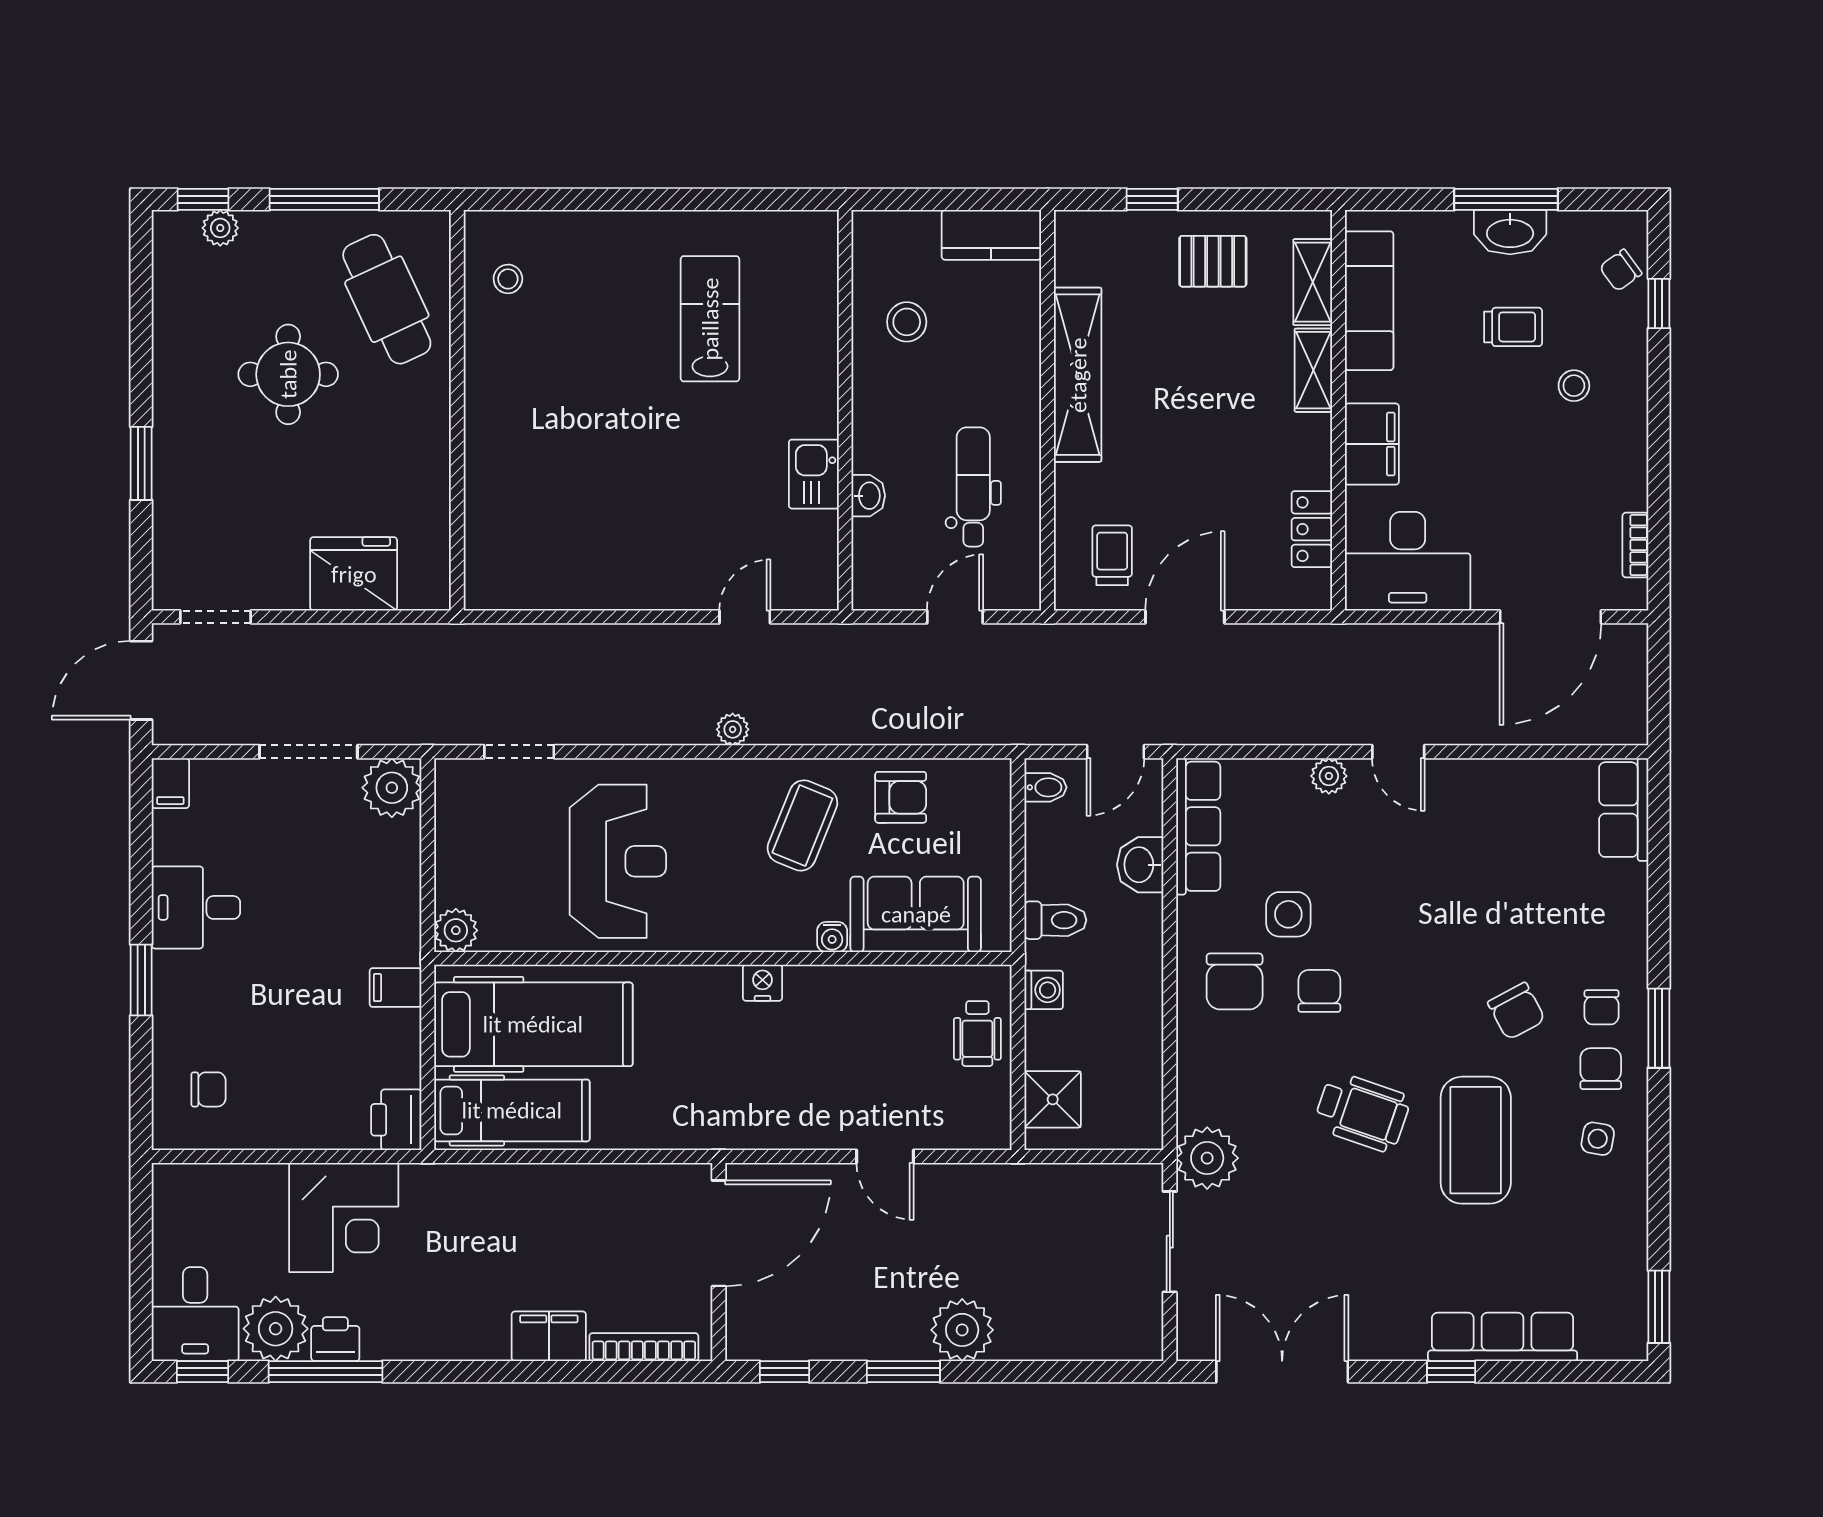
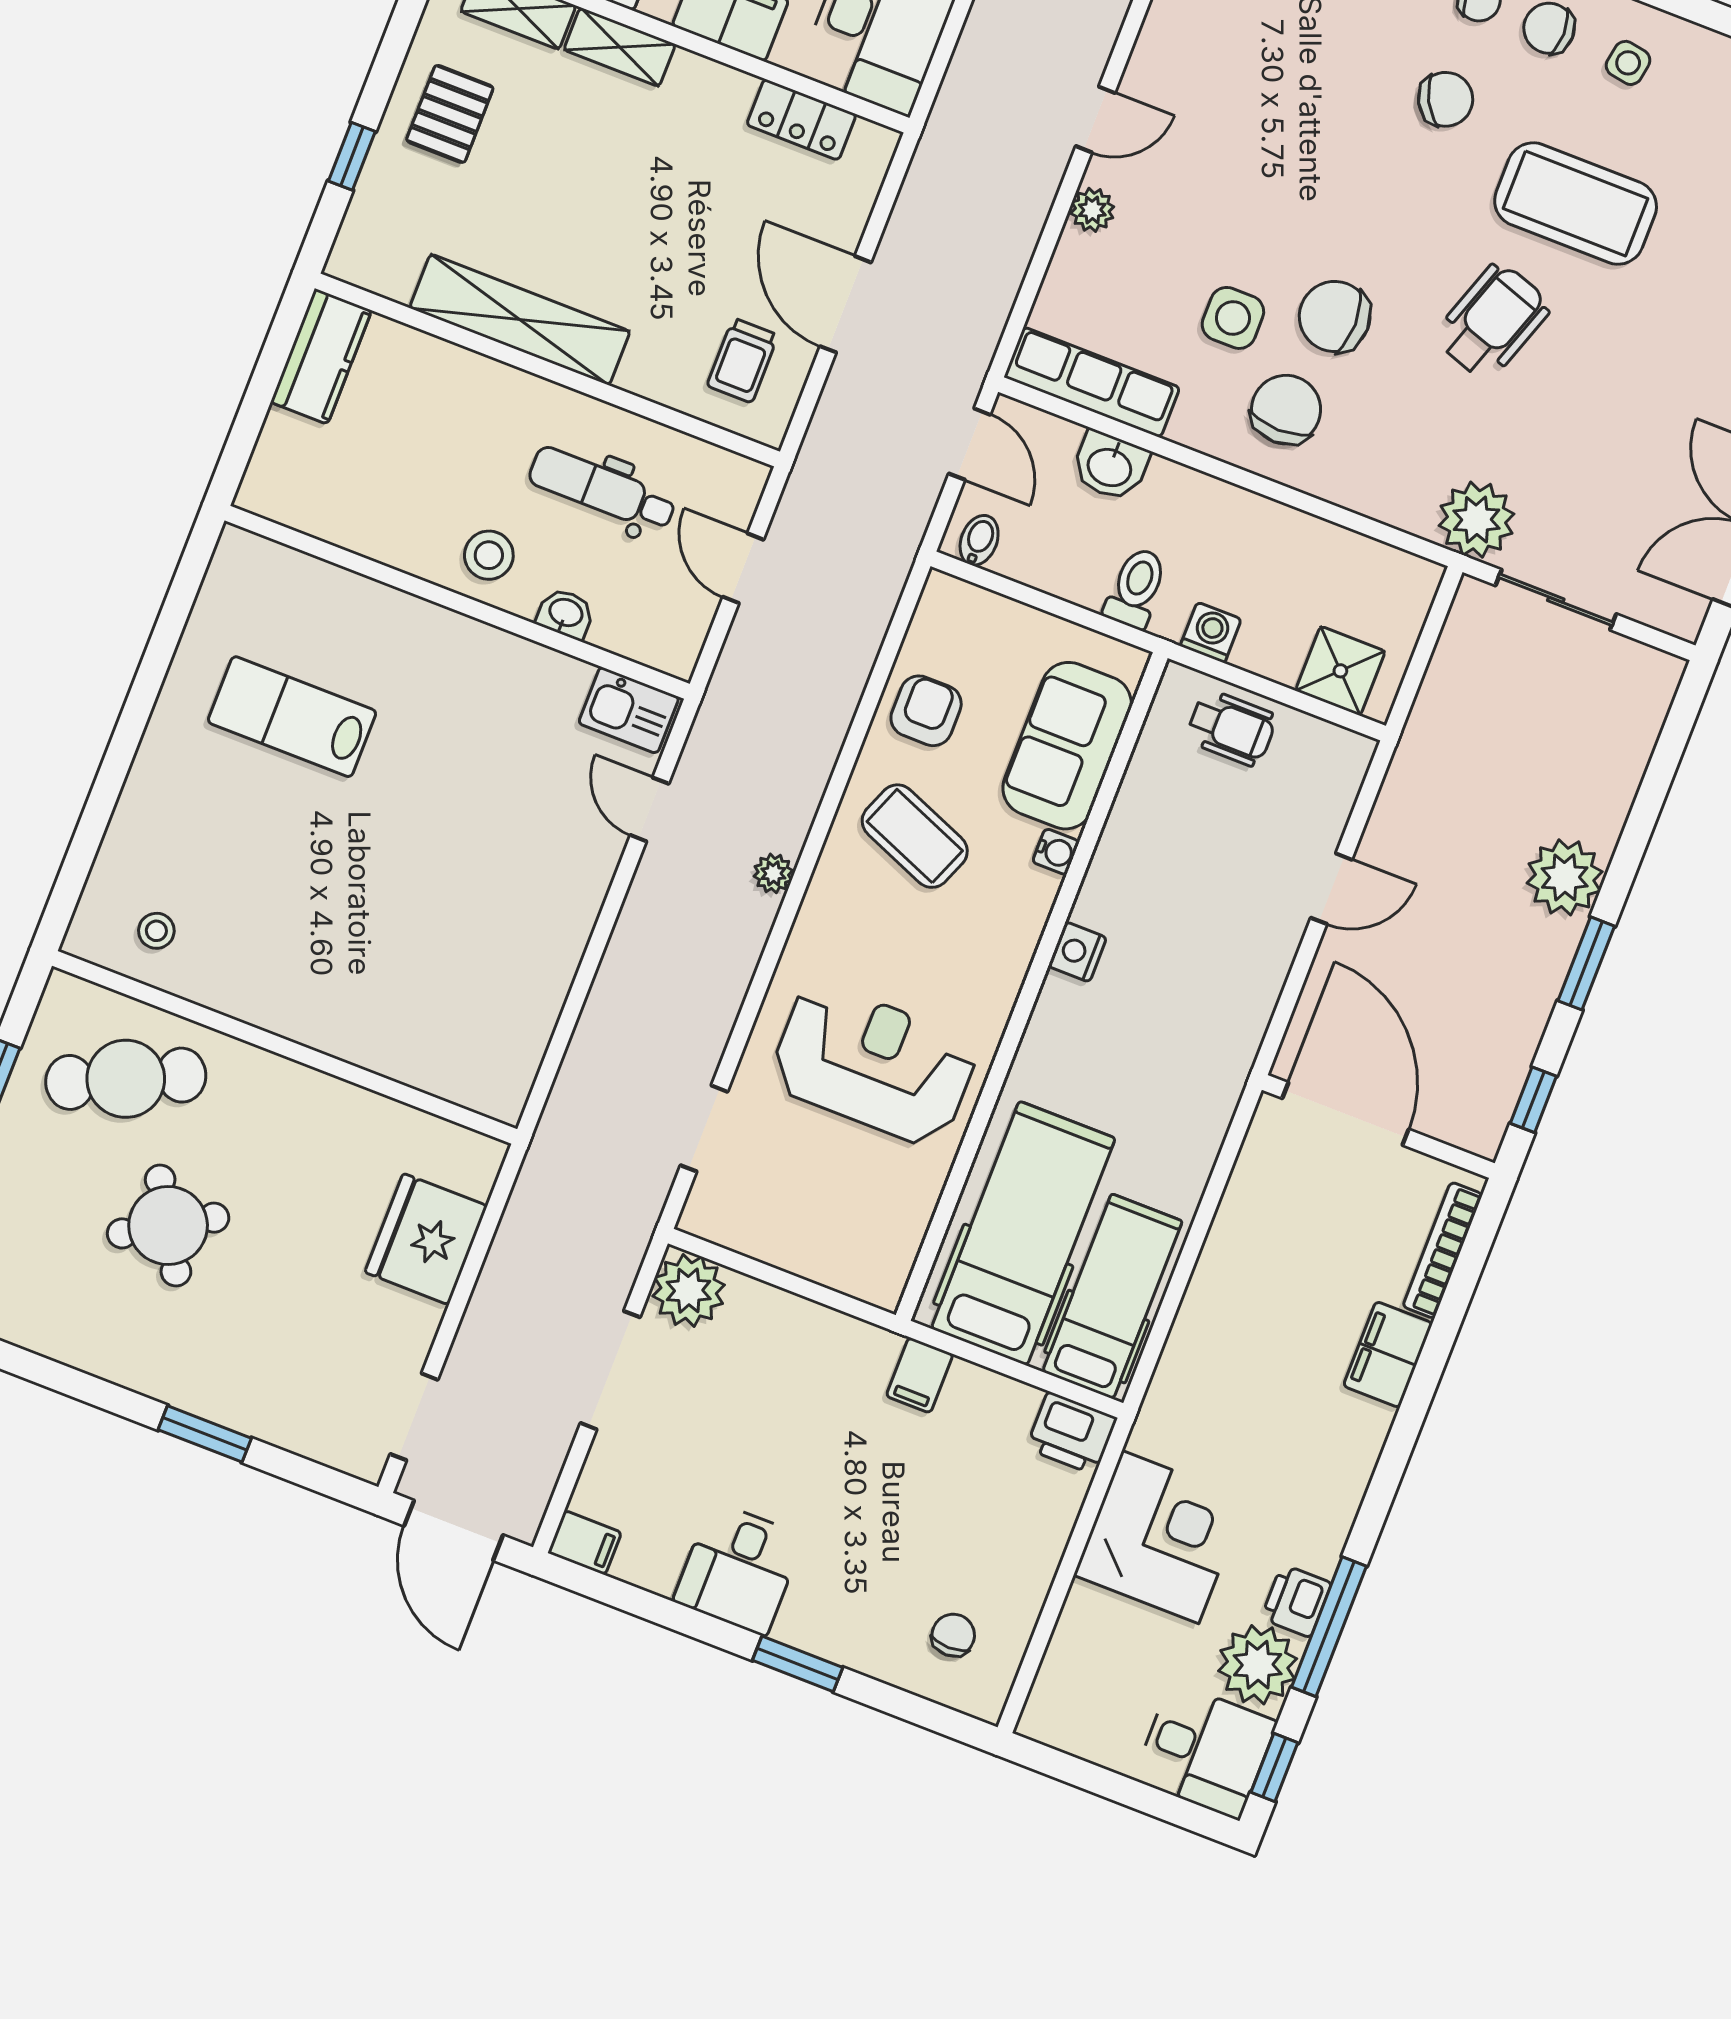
stool: (907, 322) -> (489, 555), moved
round table: (288, 374) -> (168, 1226), turned -31
kitchen sink: (814, 474) -> (629, 710), moved
trolley: (1112, 555) -> (742, 360), turned -90
plant: (456, 930) -> (881, 1281), removed
chair: (1235, 981) -> (1286, 410), turned -90
chair: (1319, 991) -> (1335, 317), width x1.37, depth x1.37

